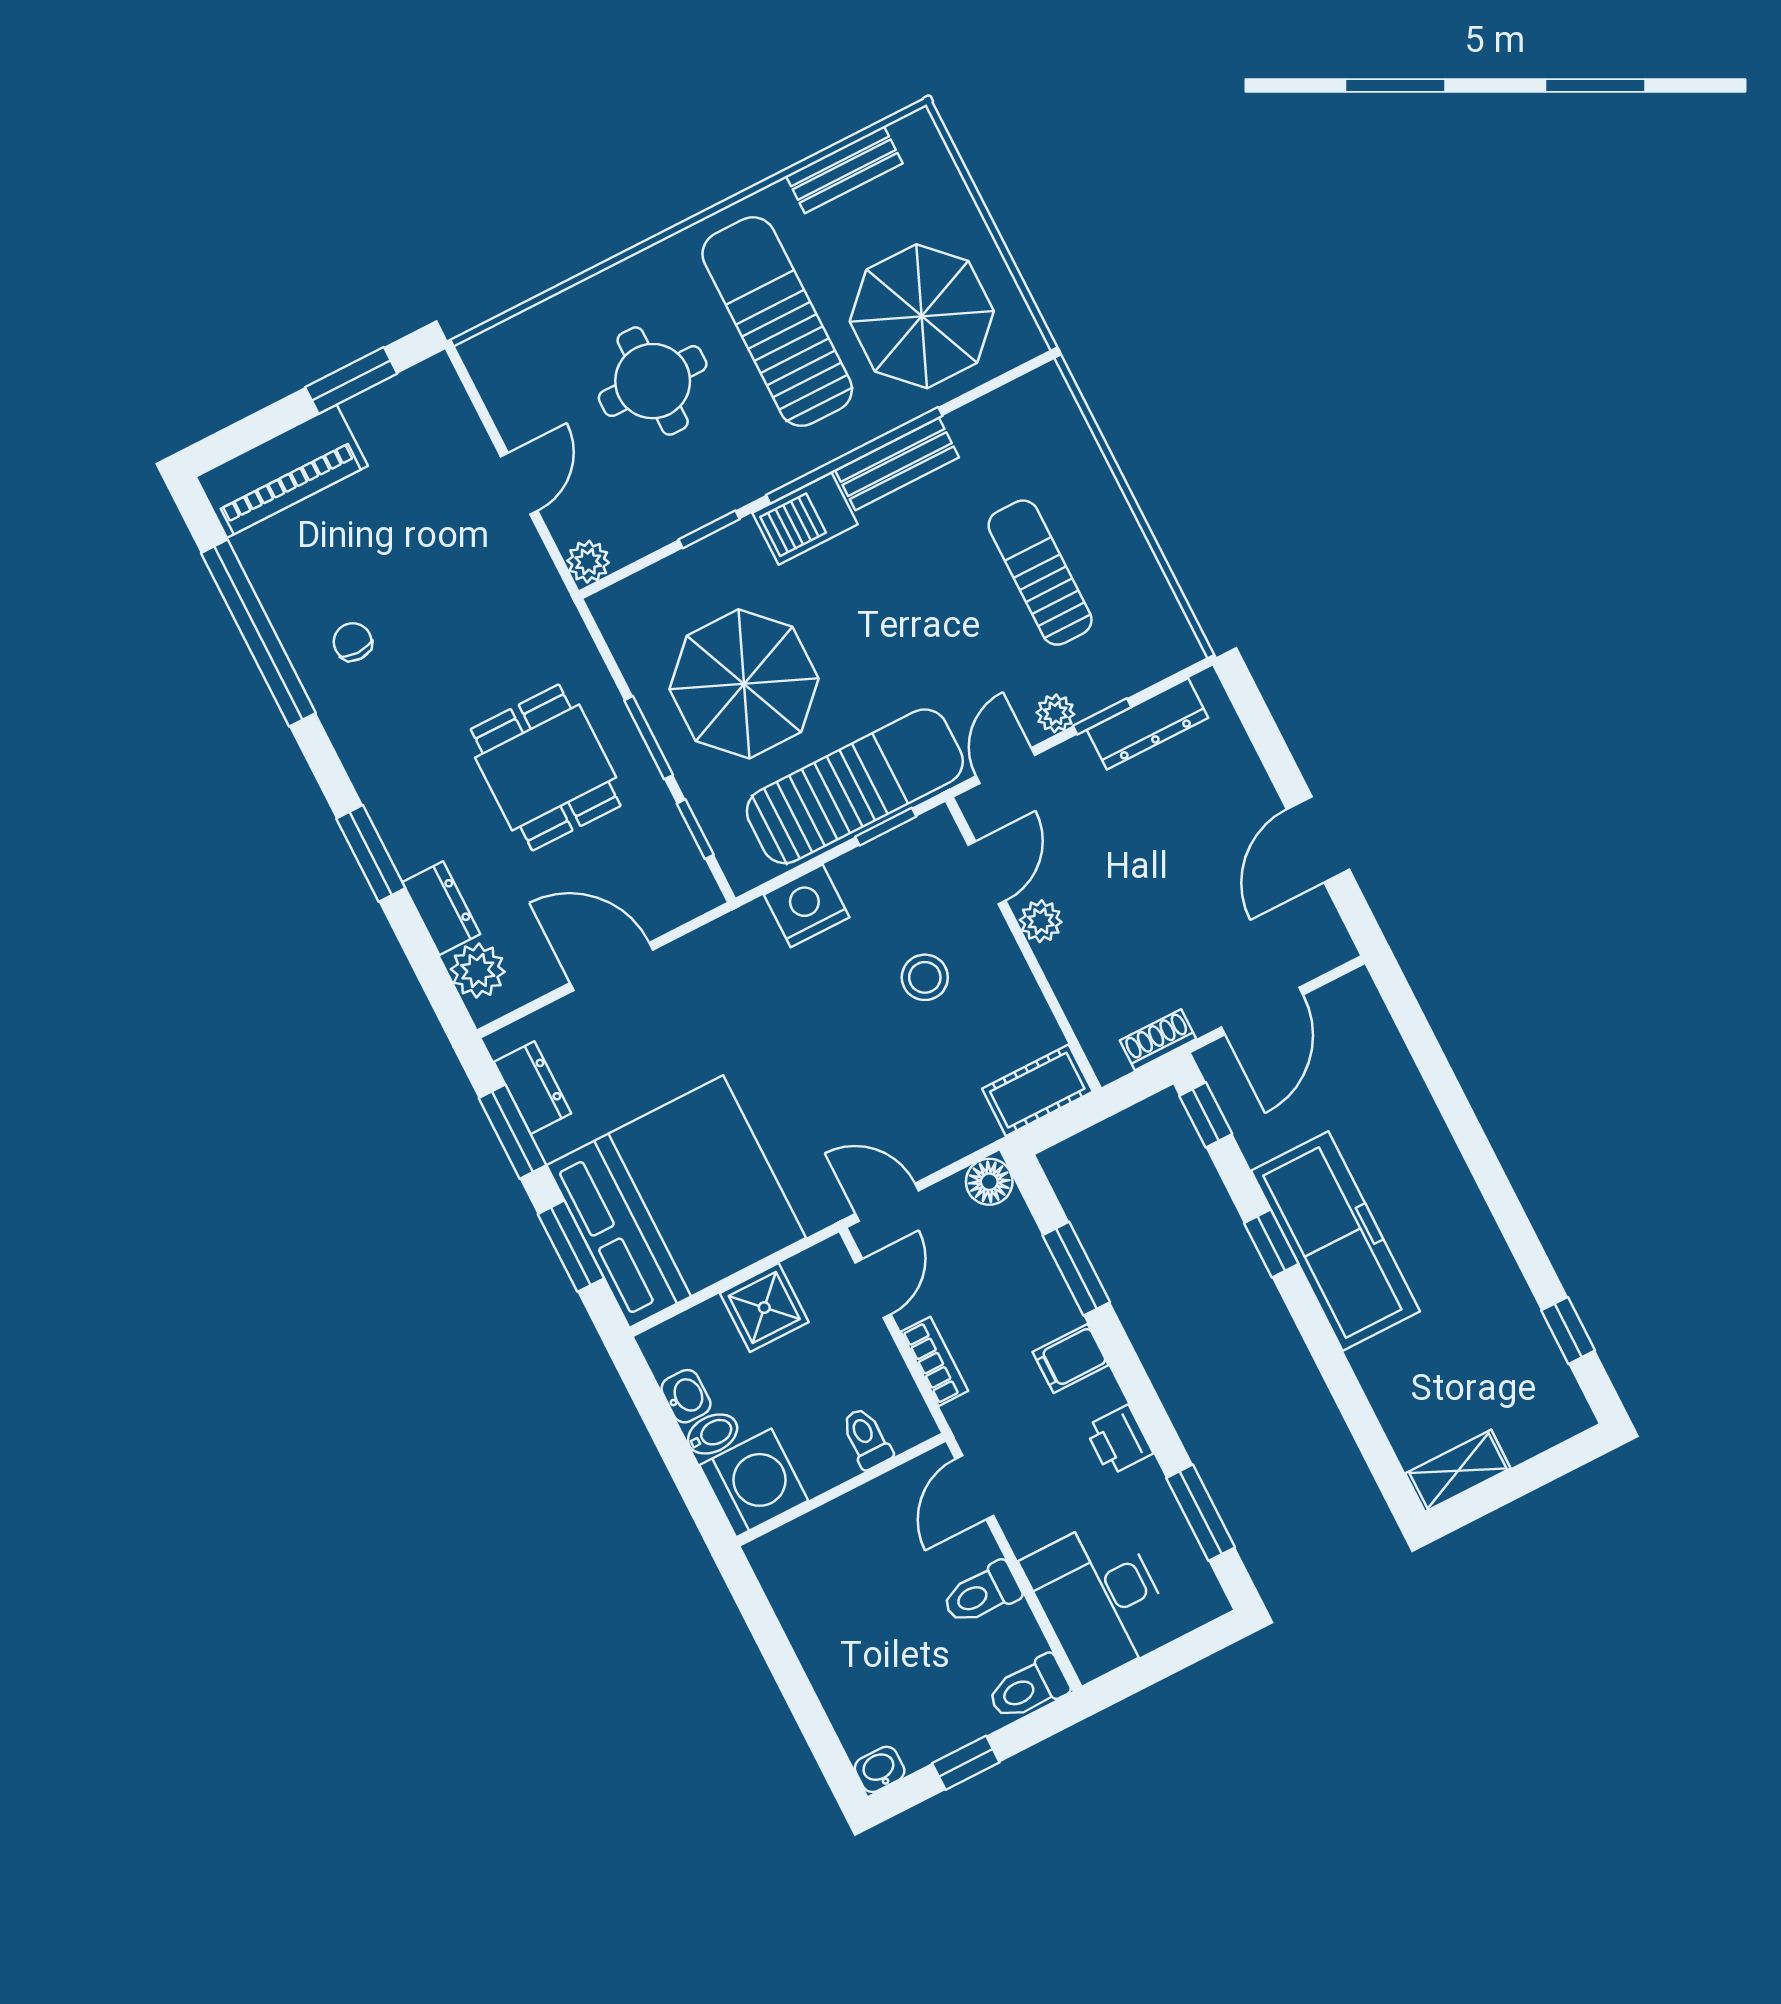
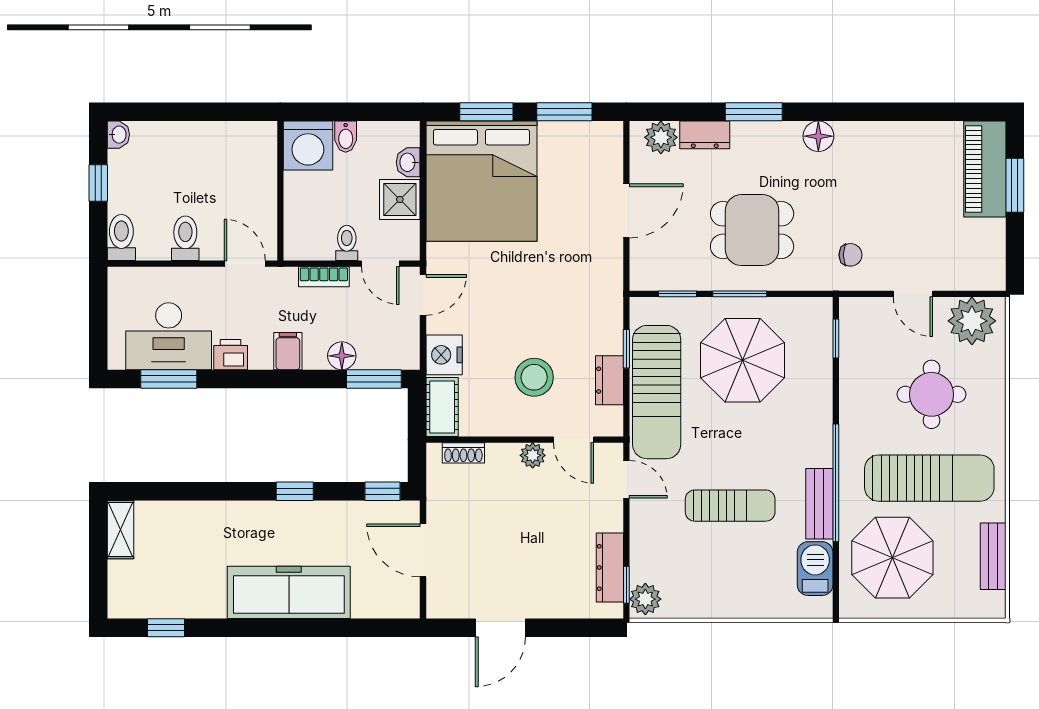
window: (351, 380) -> (1015, 185), moved
barbecue: (805, 519) -> (815, 569), moved
window: (709, 529) -> (836, 339), moved
plant: (588, 562) -> (972, 321), moved, width x1.87, depth x1.87
sun lounger: (1040, 573) -> (730, 506), moved
window: (258, 633) -> (904, 112), removed
chair: (353, 642) -> (851, 255), moved
plant: (1055, 713) -> (645, 599), moved, width x1.38, depth x1.38
window: (1102, 716) -> (626, 585), moved
floor lamp: (358, 740) -> (818, 136), added
window: (886, 827) -> (626, 349), moved
door: (1318, 839) -> (500, 628), swing flipped
nightstand: (807, 906) -> (444, 355), moved, turned 180
stool: (925, 977) -> (534, 377), width x1.38, depth x1.38
shoe rack: (1158, 1040) -> (463, 453), moved, turned 90
dresser: (533, 1088) -> (609, 380), moved, turned 90
floor lamp: (989, 1182) -> (342, 356), moved
freezer: (1336, 1241) -> (289, 592), moved, turned 180
window: (1076, 1269) -> (374, 379), moved
washbasin: (686, 1396) -> (408, 162), moved, turned 90
toilet: (866, 1438) -> (347, 243), moved, turned -90
desk: (1099, 1599) -> (169, 336), moved, turned 180

